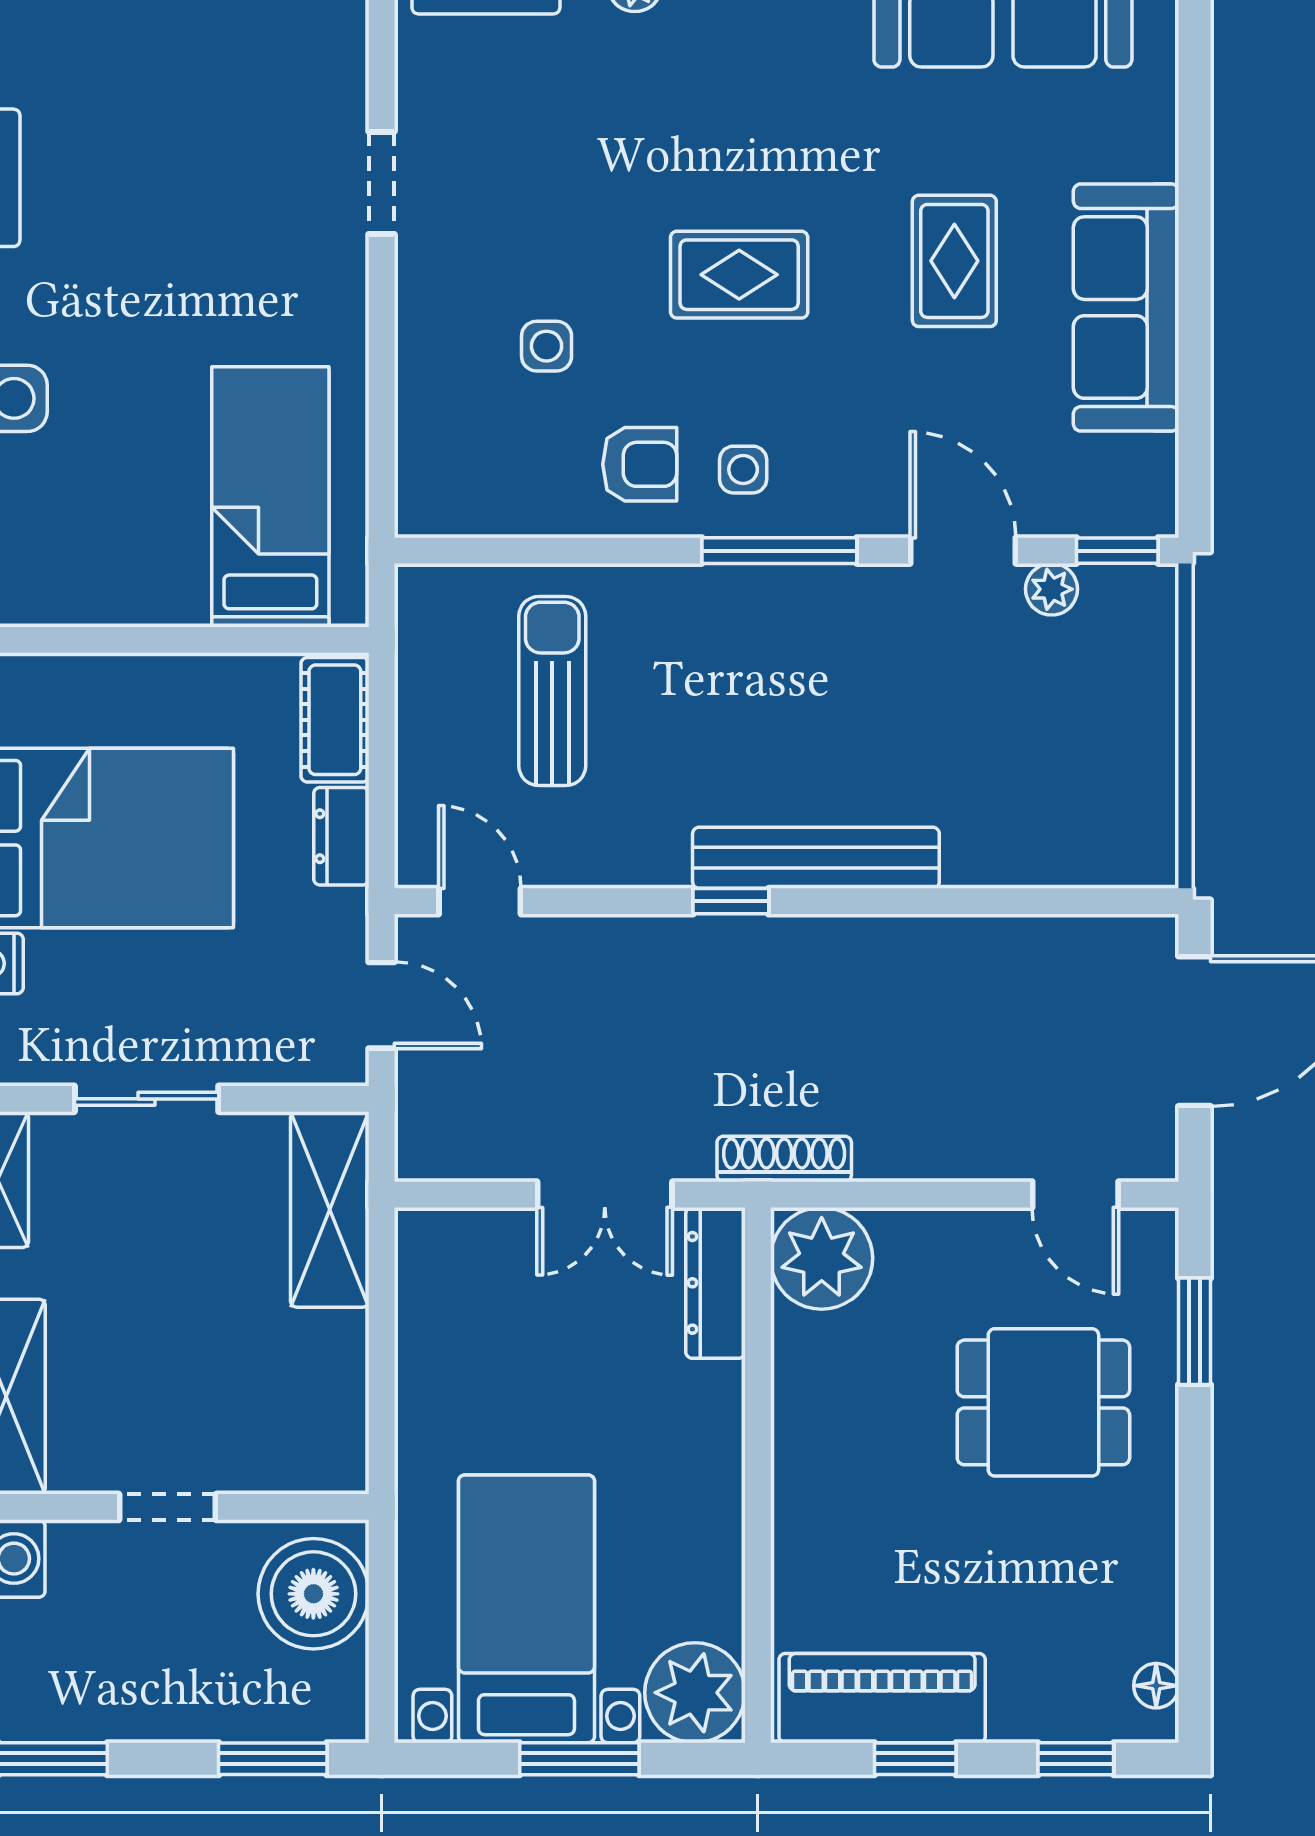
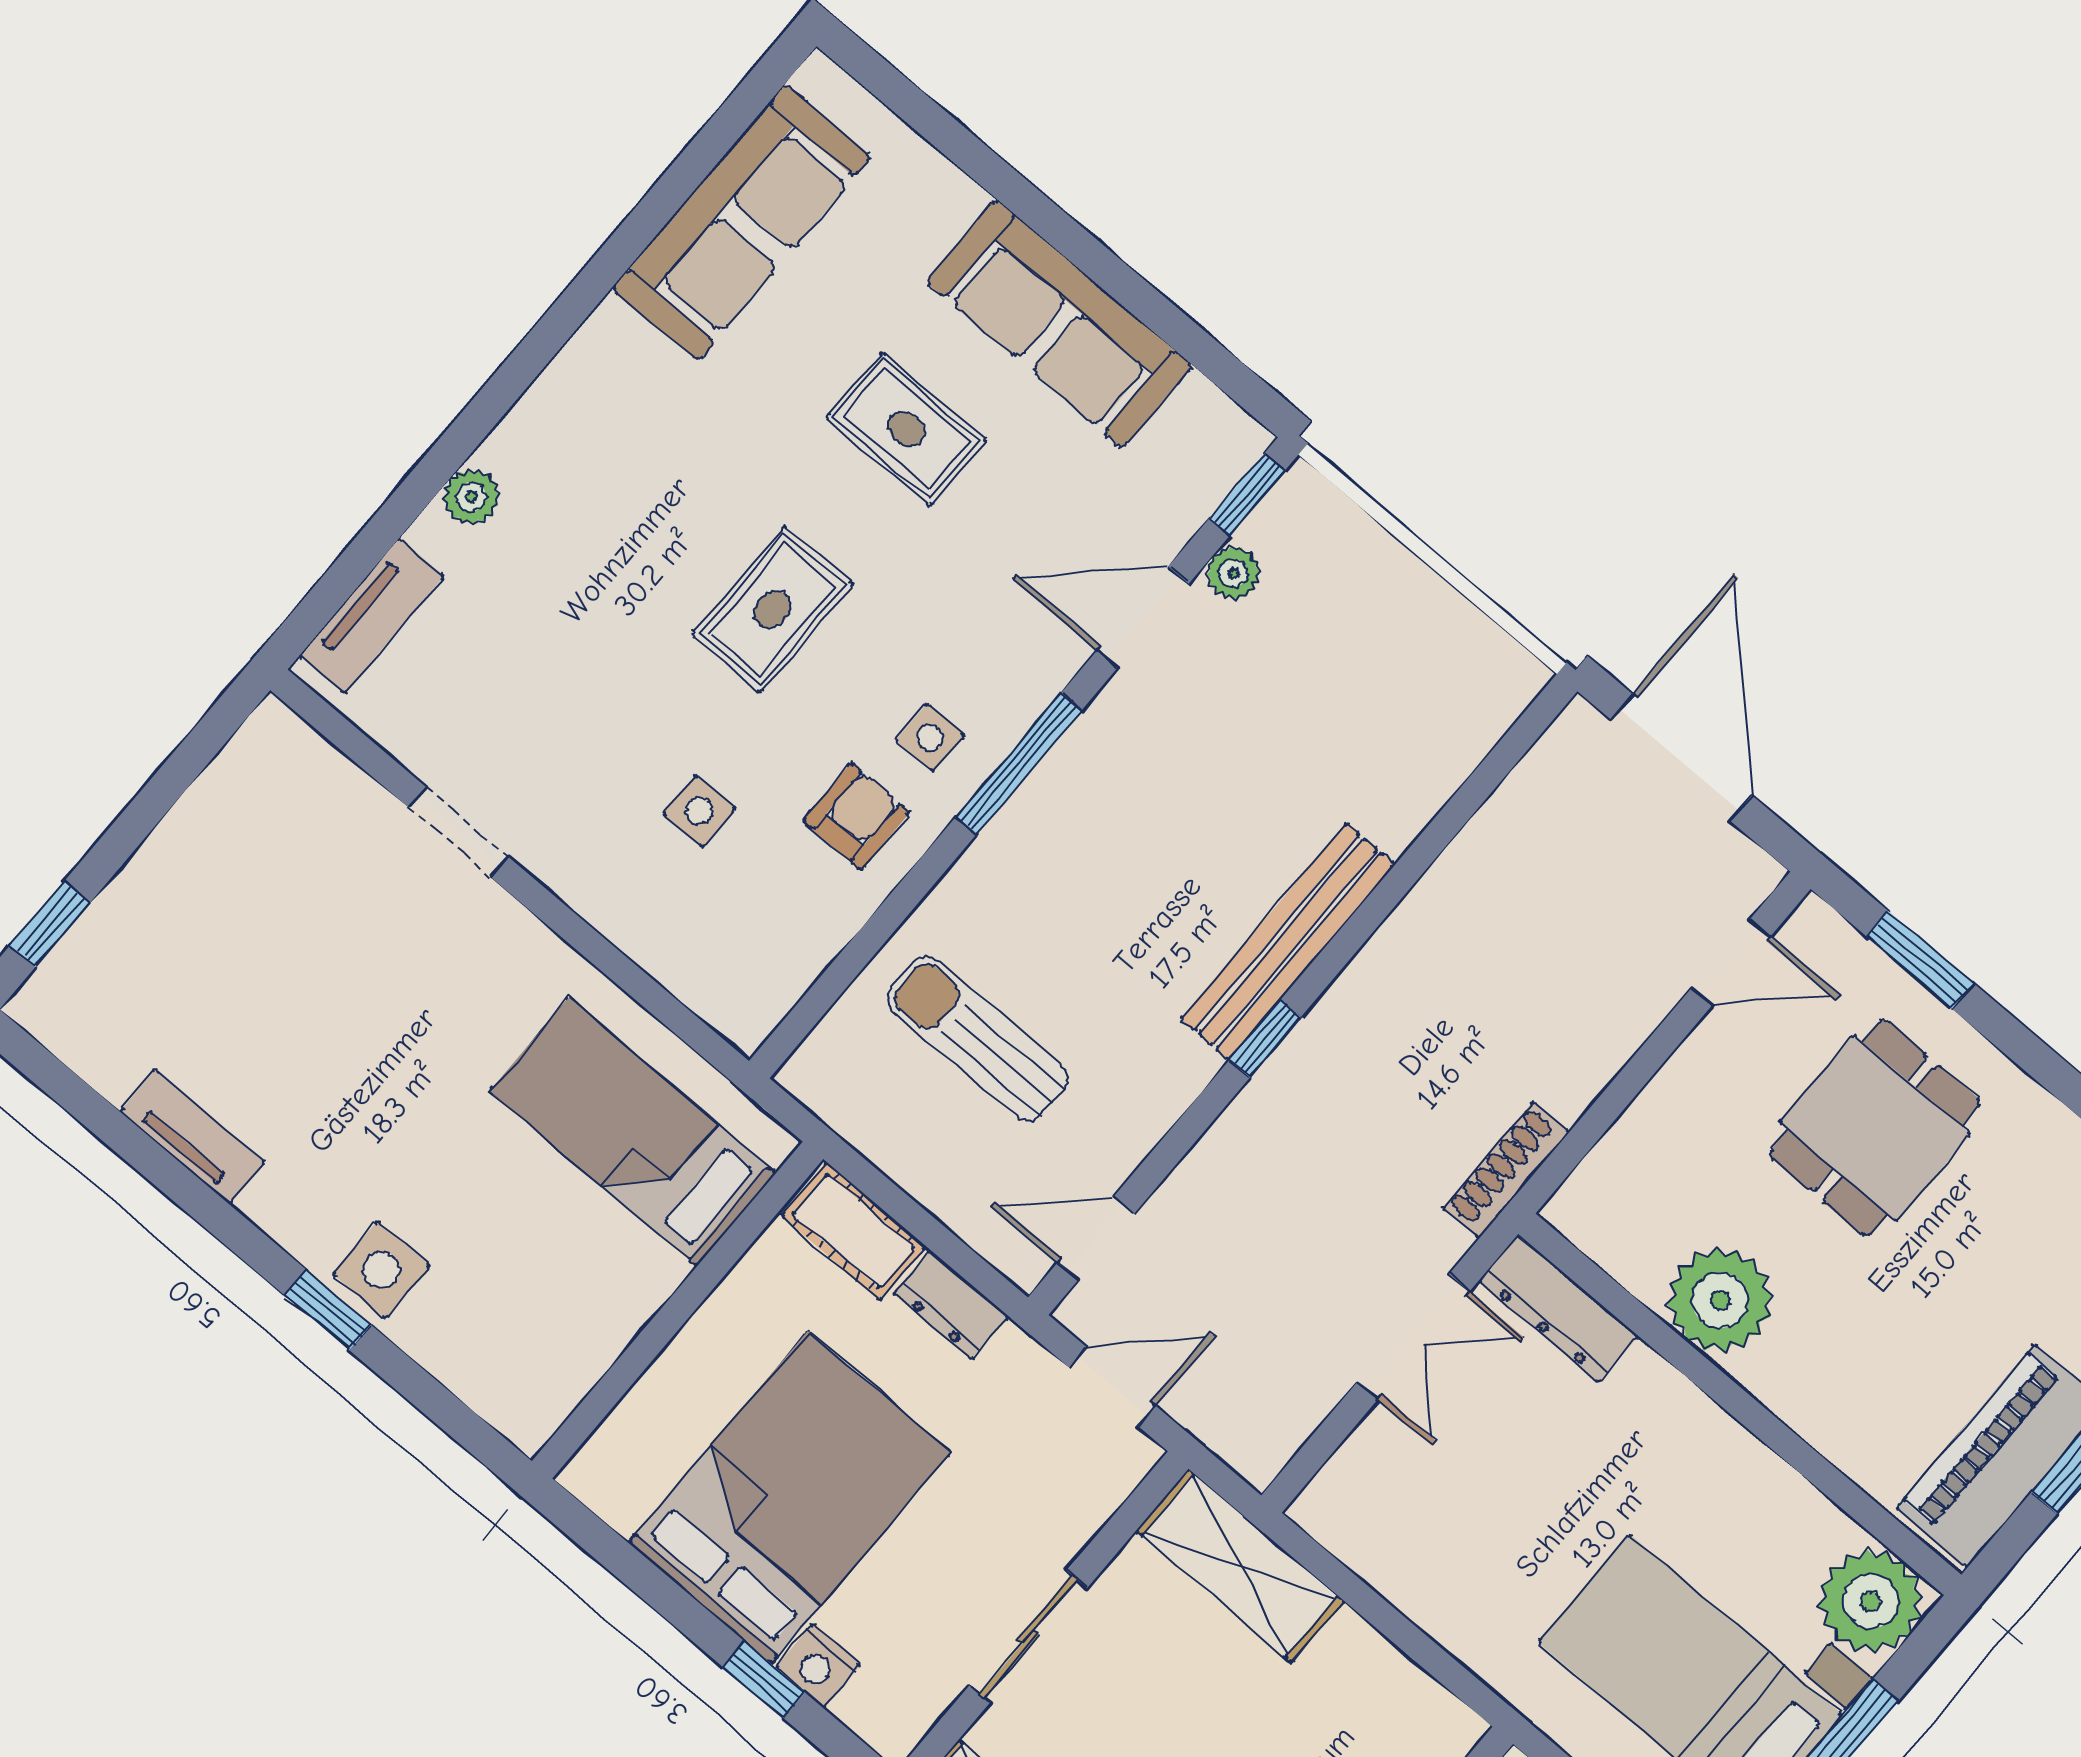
plant: (822, 1258) -> (1720, 1300), moved

